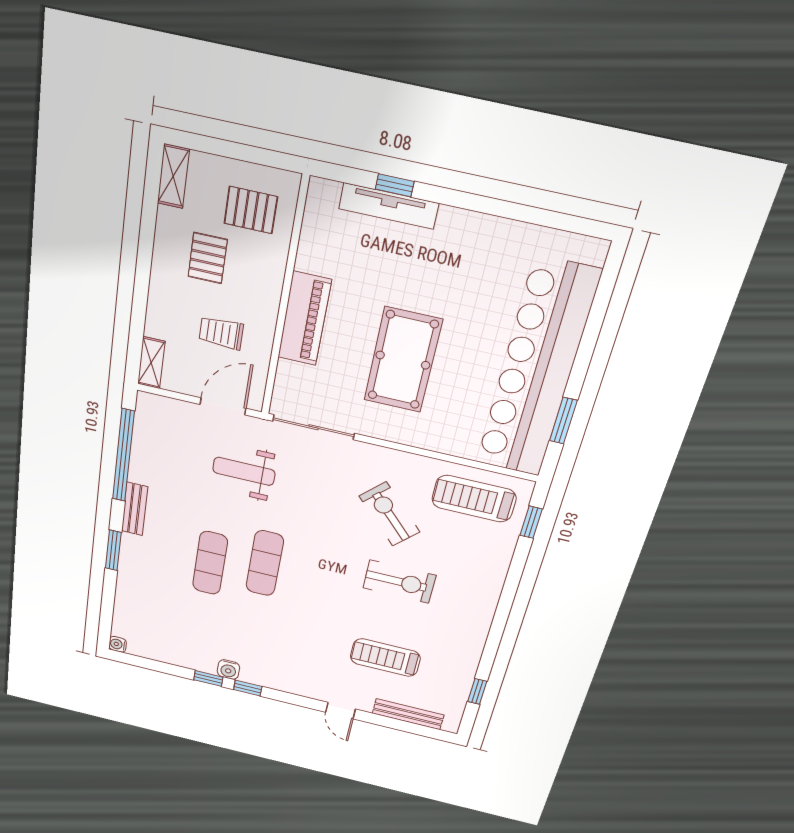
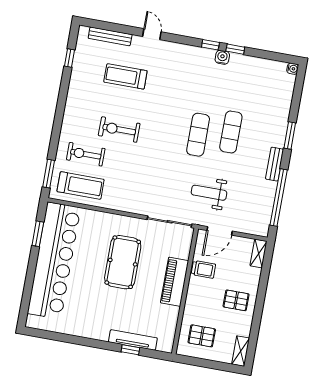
pallet: (208, 258) -> (236, 300), moved, turned 90
trolley: (221, 333) -> (203, 269), moved
weight bench: (244, 471) -> (209, 193), turned 180
exercise bike: (389, 514) -> (86, 154), moved, turned 134
window: (531, 522) -> (49, 174), width x1.50
treadmill: (385, 658) -> (125, 76), turned 180

